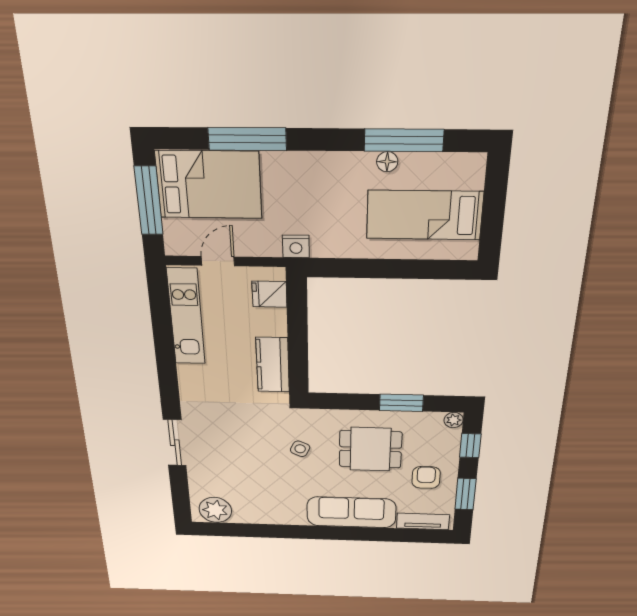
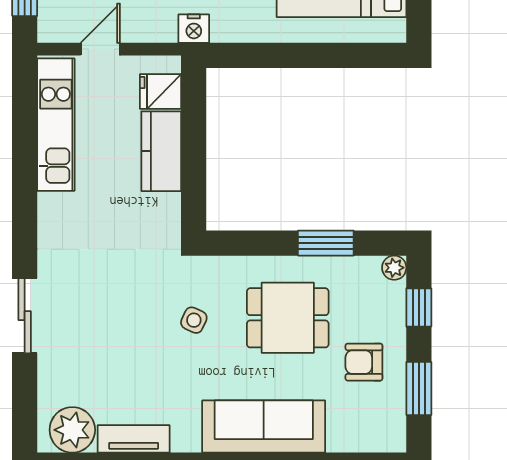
kitchen counter: (273, 365) -> (161, 151), moved
armchair: (426, 477) -> (364, 362), turned -90
tv unit: (423, 521) -> (134, 439), moved

